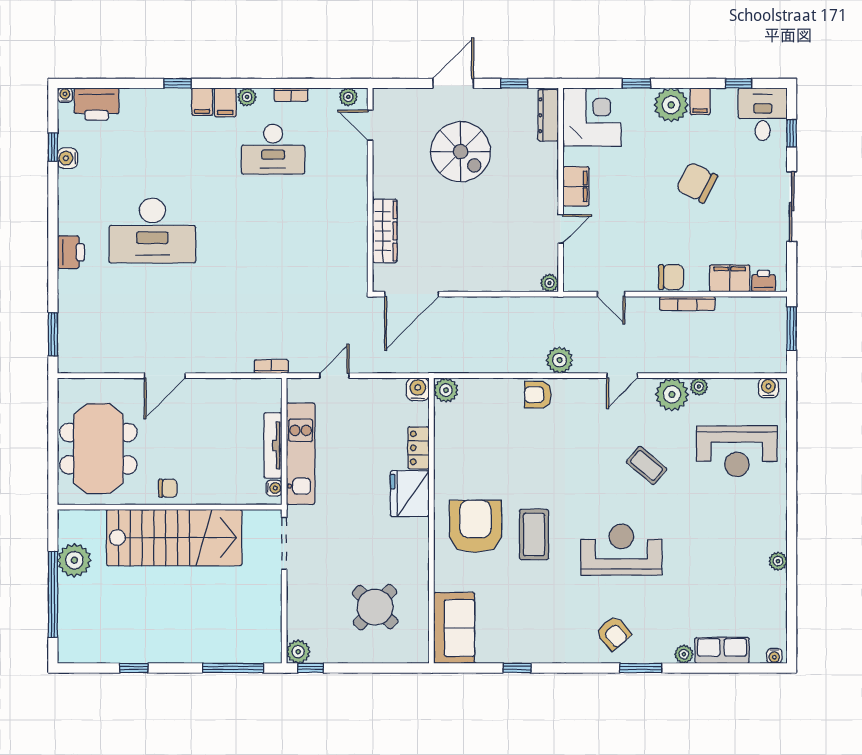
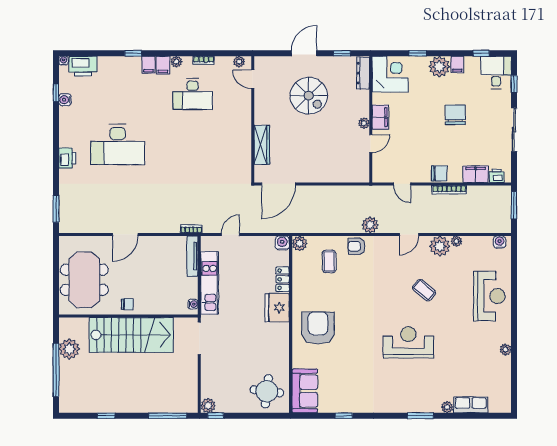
chair: (697, 183) -> (455, 115), turned 63
plant: (549, 283) -> (364, 123), moved
tv unit: (273, 445) -> (192, 256), moved
reception desk: (737, 451) -> (489, 296), moved, turned -90
coffee table: (534, 534) -> (329, 261), moved, width x0.73, depth x0.77
round table: (375, 607) -> (267, 391), moved, turned -36
armchair: (613, 633) -> (404, 394), removed
water cooler: (774, 656) -> (503, 408), removed

